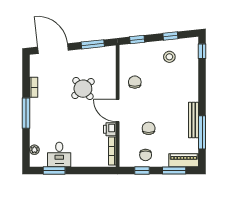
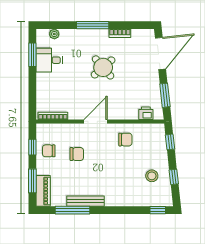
round table: (83, 89) -> (103, 67), moved
printer: (110, 129) -> (146, 113), moved

